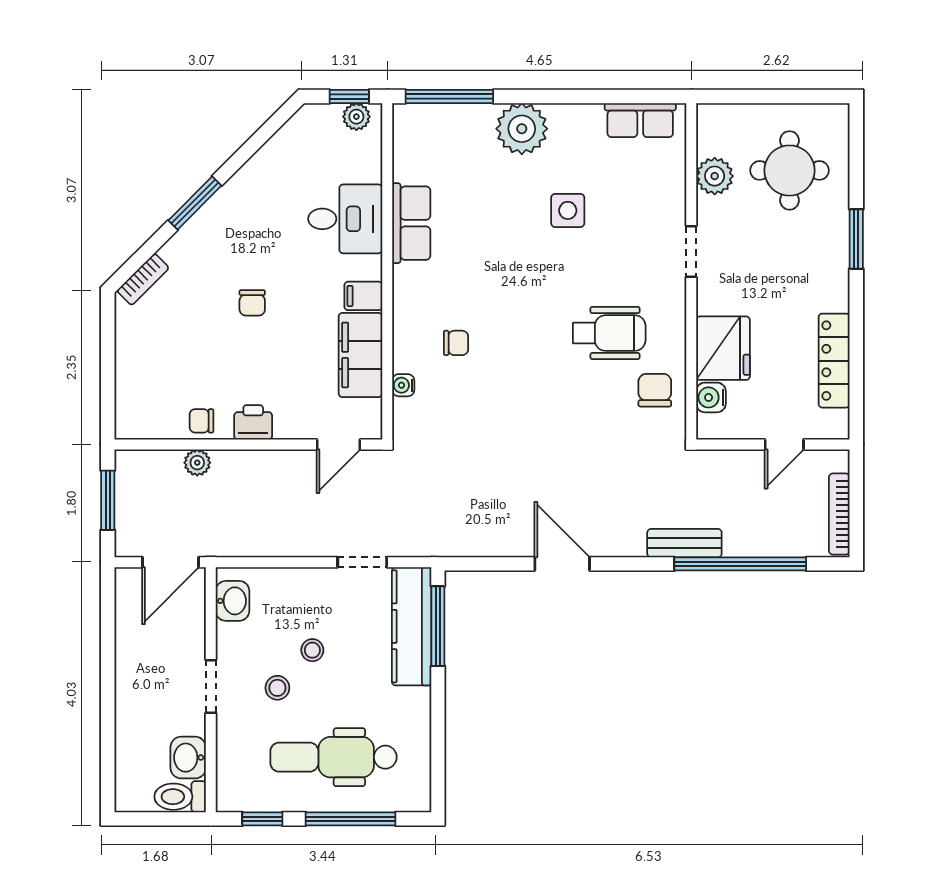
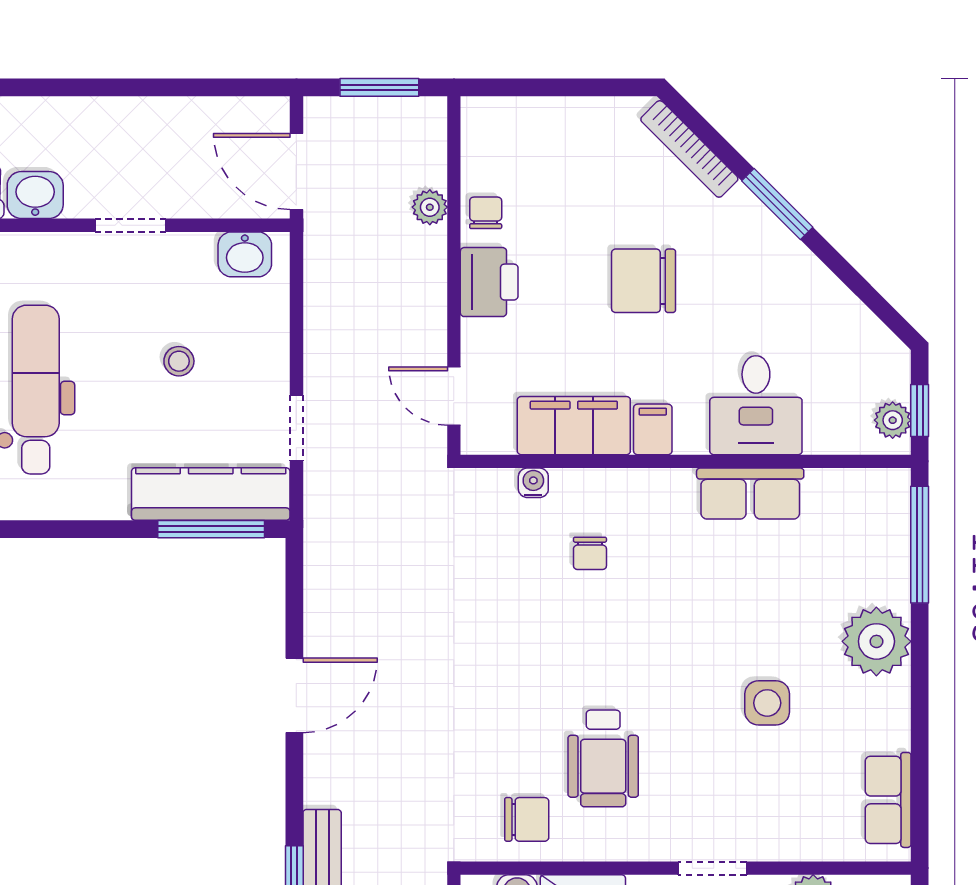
bookcase: (143, 279) -> (689, 149), width x1.56
chair: (252, 303) -> (644, 281), width x1.87, depth x1.87
printer: (253, 422) -> (489, 282), width x1.36, depth x1.24
stool: (277, 688) -> (128, 314), removed

